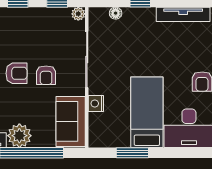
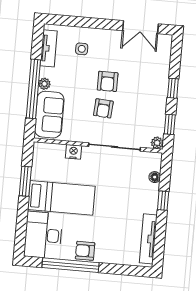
armchair: (46, 75) -> (103, 108), turned -86
sofa: (71, 121) -> (49, 115), moved, turned 90
plant: (19, 136) -> (44, 84), width x0.53, depth x0.53

